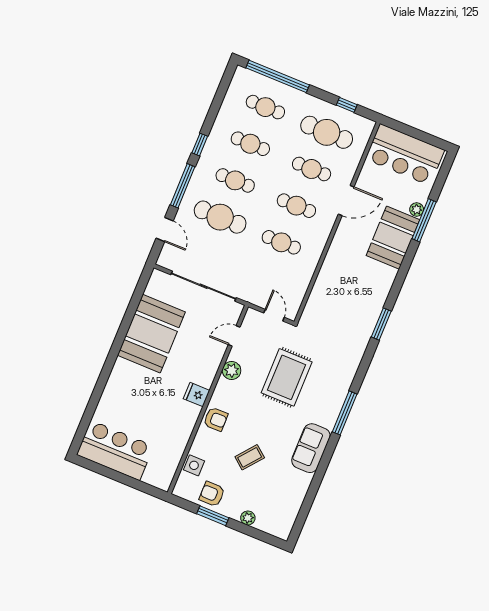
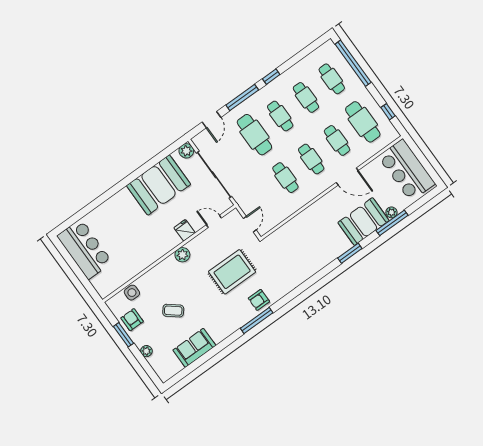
plant: (158, 279) -> (186, 151), added
window: (381, 324) -> (350, 253), moved
plant: (232, 370) -> (182, 255), moved
fridge: (197, 395) -> (185, 230), moved
armchair: (216, 419) -> (259, 300), moved, turned 91
sofa: (311, 448) -> (194, 348), moved

